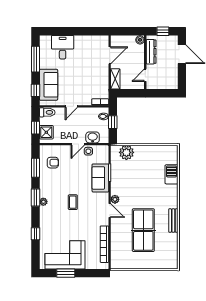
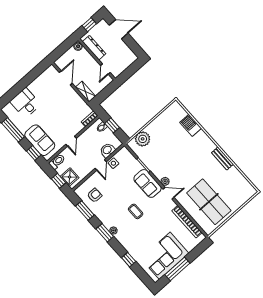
sofa: (100, 178) -> (148, 183), moved
table tennis table: (143, 230) -> (209, 202), moved
window: (66, 273) -> (177, 269), width x1.44

